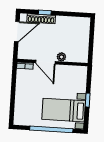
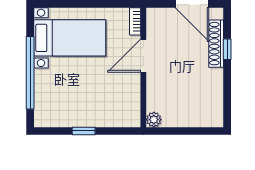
plant: (61, 57) -> (154, 120), moved
bed with nightstands: (64, 110) -> (70, 38), moved, turned 90

